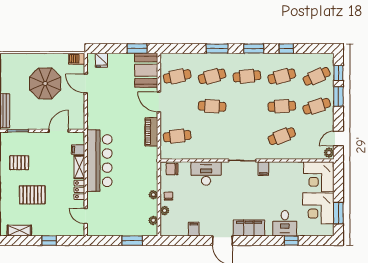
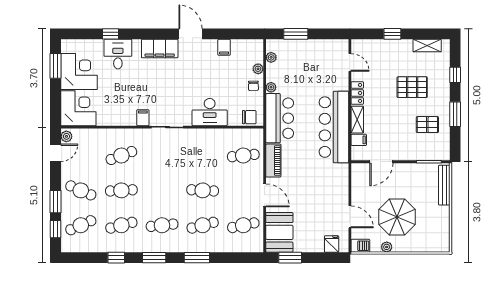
plant: (54, 58) -> (387, 247), added
cafe table: (317, 106) -> (81, 190), turned 42
bar counter: (146, 168) -> (280, 118), added

